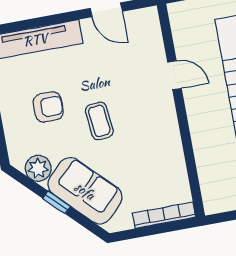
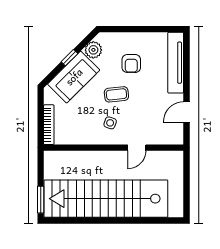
side table: (144, 123) -> (110, 123), added

